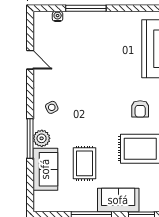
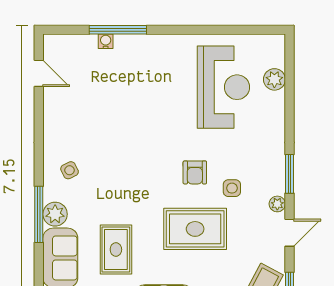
water cooler: (58, 16) -> (106, 41), moved
door: (30, 60) -> (39, 73), moved

